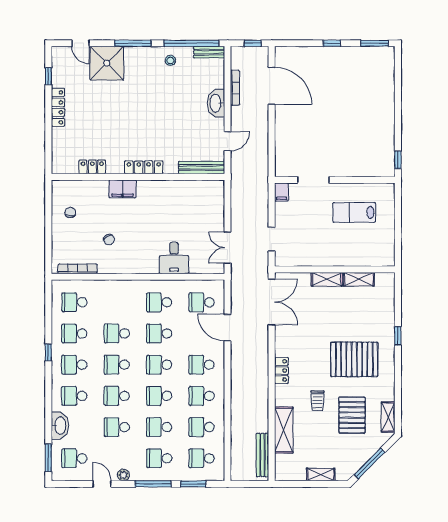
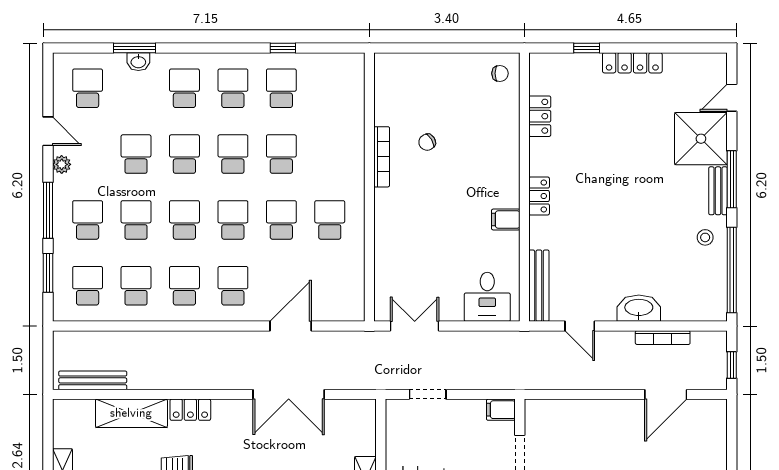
bench: (209, 52) -> (718, 191), moved
window: (48, 76) -> (587, 48), moved
door: (272, 86) -> (666, 394), width x0.73
locker: (144, 167) -> (539, 196), width x0.66
filing cabinet: (122, 189) -> (506, 220), moved, width x0.50
chair: (70, 212) -> (500, 73), moved
desk: (174, 258) -> (487, 297), moved, turned -90
bookcase: (78, 269) -> (382, 157), moved
school desk: (74, 302) -> (330, 88), removed
school desk: (202, 302) -> (330, 286), removed
double door: (272, 302) -> (289, 394), moved
window: (48, 352) -> (283, 48), moved
locker: (281, 370) -> (190, 410), moved
washbasin: (60, 426) -> (138, 62), width x0.52, depth x0.69
window: (48, 458) -> (134, 48), moved
door: (102, 484) -> (48, 131), hinge flipped

